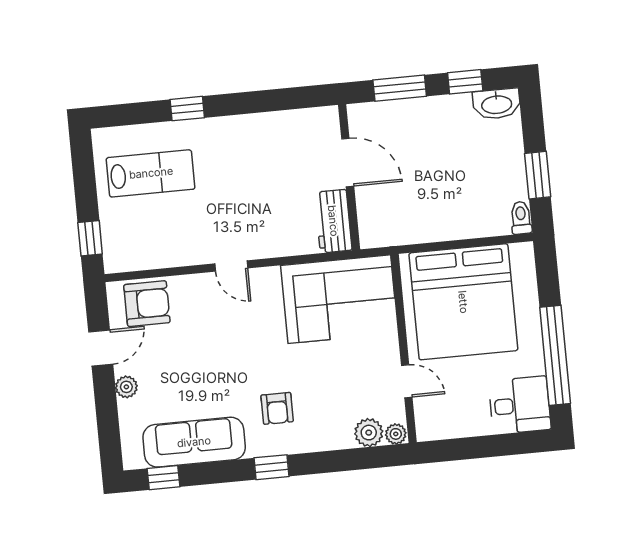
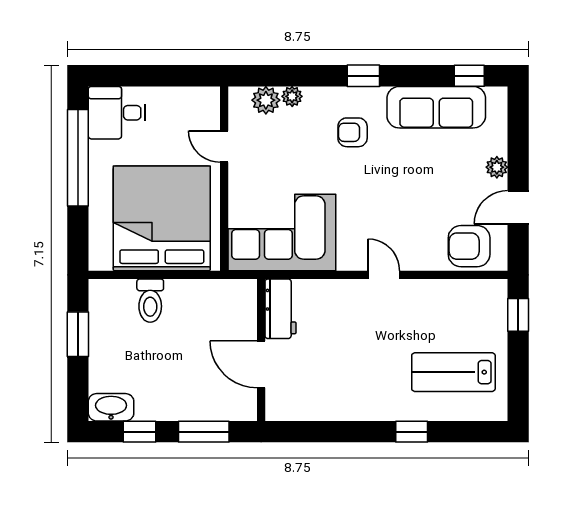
toilet: (521, 218) -> (150, 301), moved, width x1.37, depth x1.39
armchair: (277, 408) -> (353, 132), turned -90
plant: (396, 434) -> (292, 96), moved

